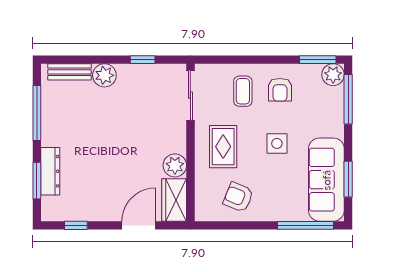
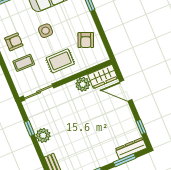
plant: (104, 75) -> (43, 135), moved
dresser: (50, 171) -> (131, 148), moved

